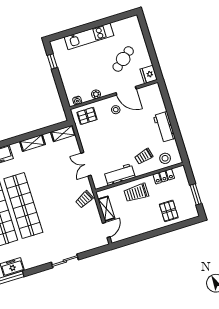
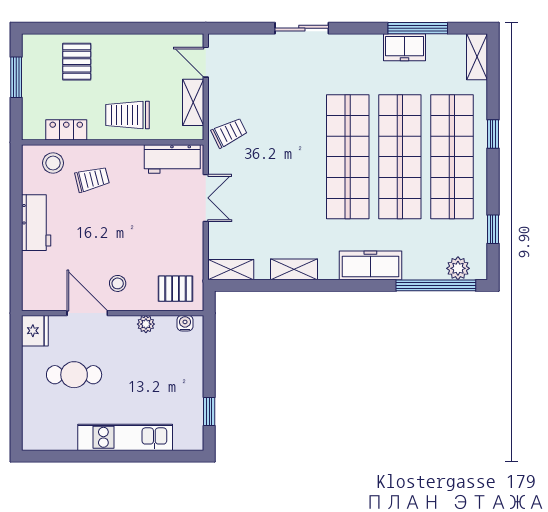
cafe table: (123, 59) -> (74, 375), turned 38
workbench: (120, 175) -> (172, 159), moved
trolley: (136, 193) -> (127, 115), turned 180
door: (106, 230) -> (206, 62), hinge flipped

